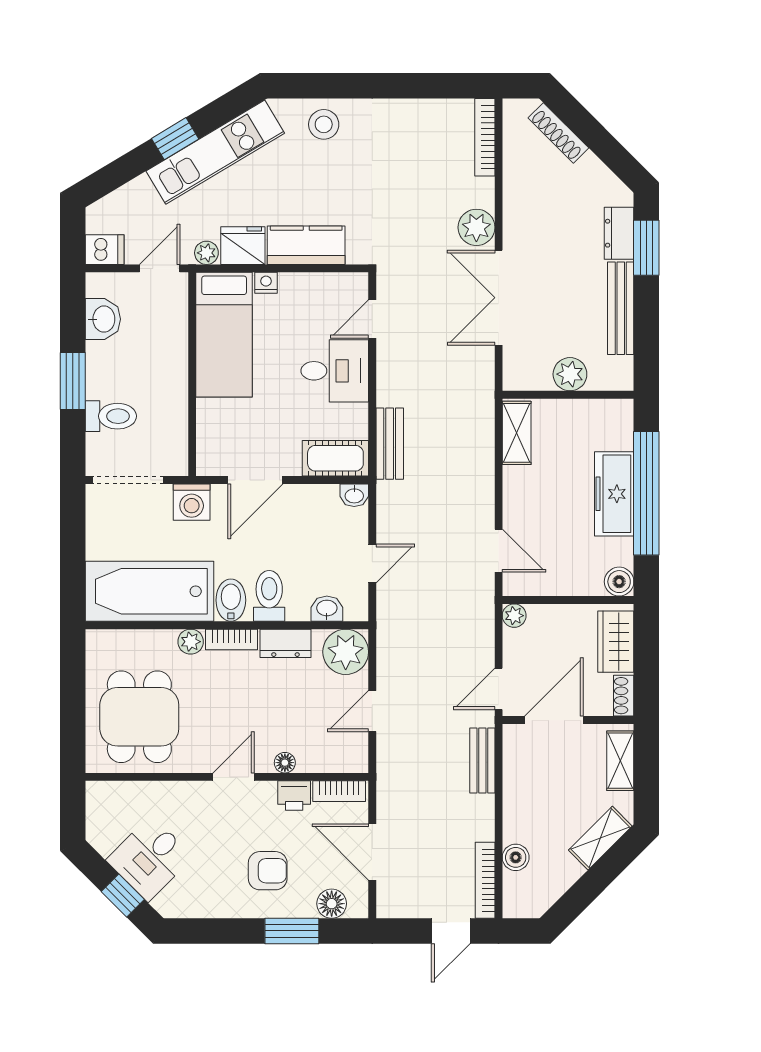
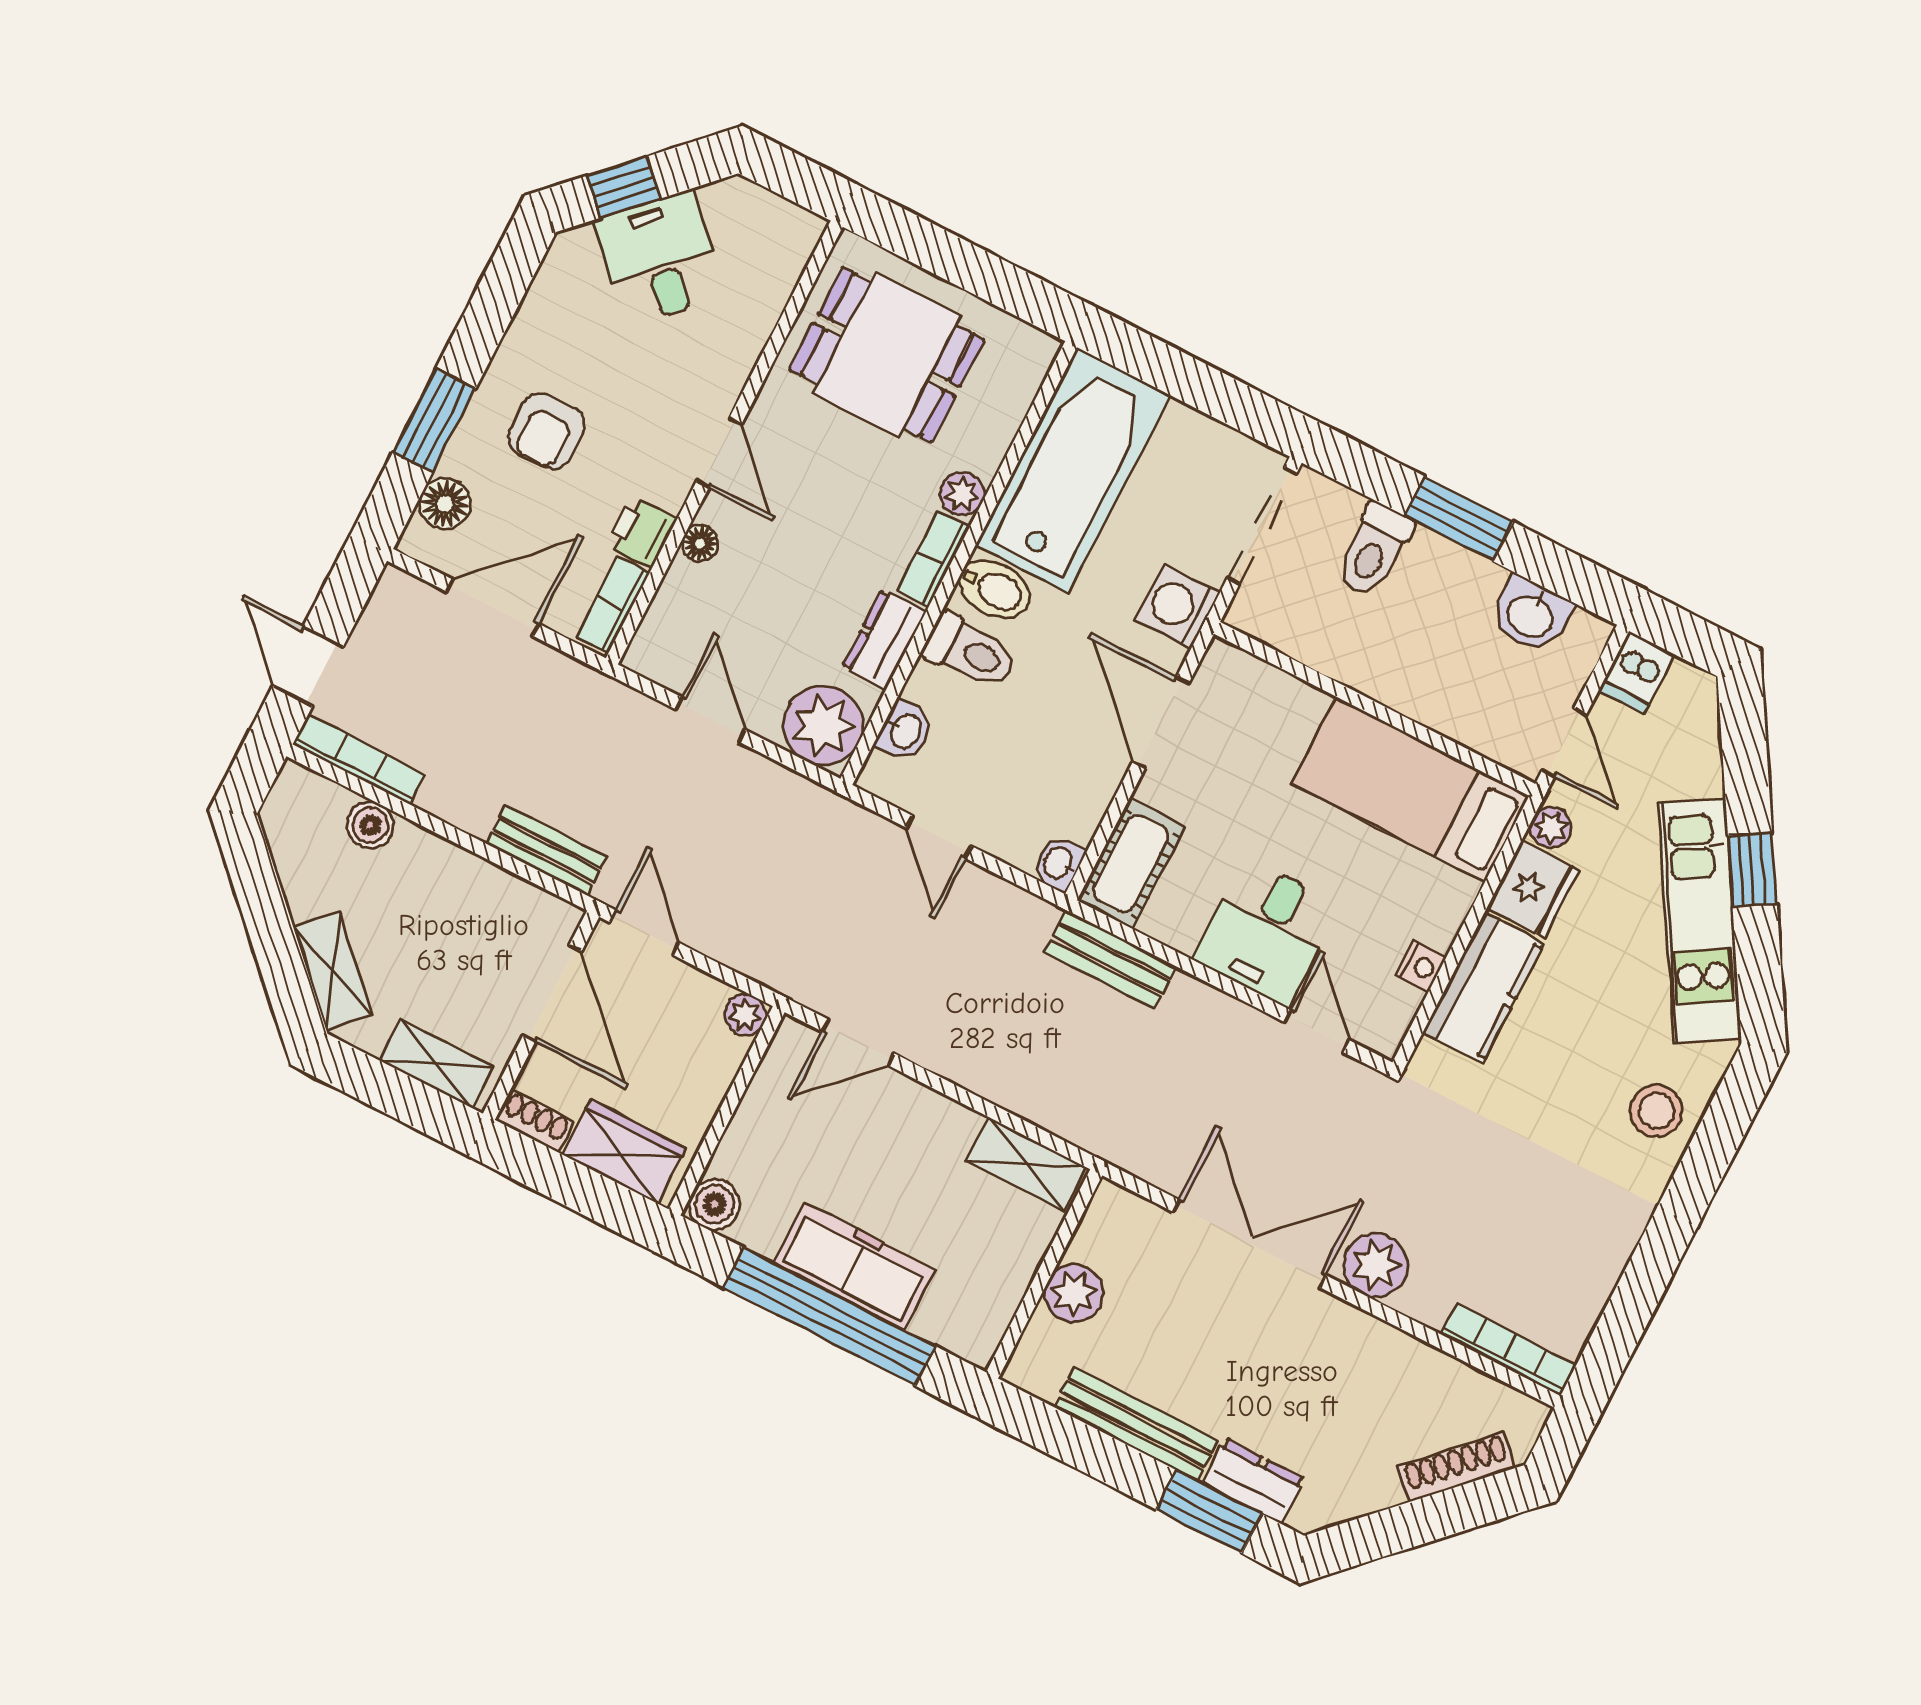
nightstand: (266, 283) -> (1421, 966), moved

